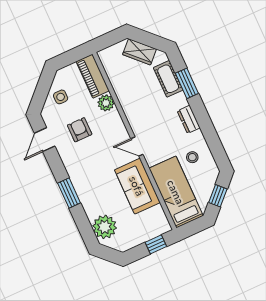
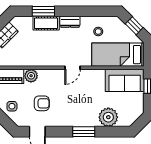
cot: (168, 79) -> (46, 23), moved
armchair: (80, 130) -> (42, 103), turned 180
sofa: (137, 186) -> (125, 80), moved
plant: (105, 227) -> (108, 117), moved

